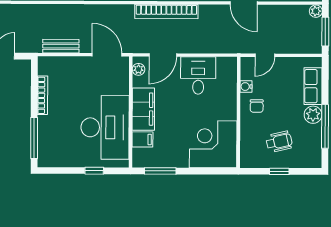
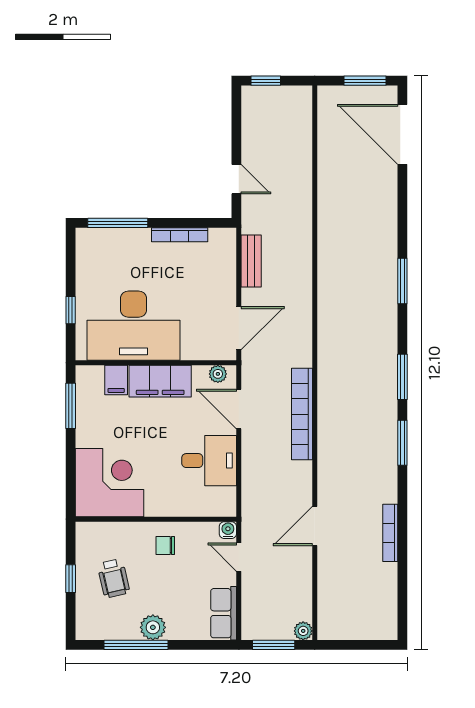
row of seats: (313, 86) -> (224, 613), moved, turned -90
water cooler: (246, 87) -> (228, 530), moved

